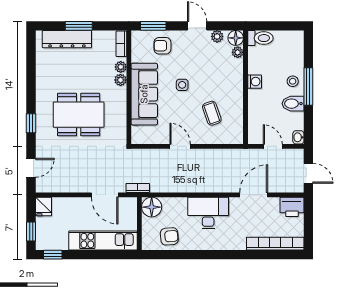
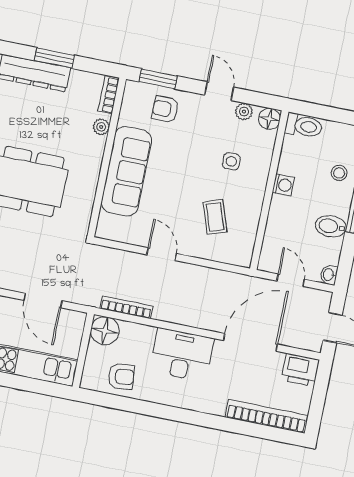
plant: (238, 52) -> (268, 139), removed
plant: (120, 80) -> (97, 145), removed
stool: (293, 81) -> (339, 173), moved
side table: (182, 85) -> (231, 161), moved
bookcase: (138, 188) -> (126, 307), moved, width x1.56
door: (254, 195) -> (250, 342), width x1.36

